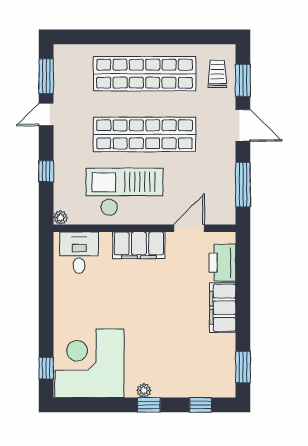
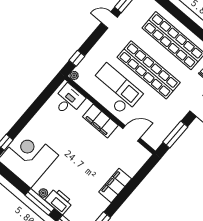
window: (46, 171) -> (77, 58), moved
printer: (222, 263) -> (59, 201), moved, turned 90
window: (149, 405) -> (40, 202), width x2.17

